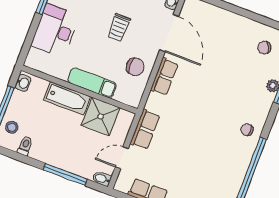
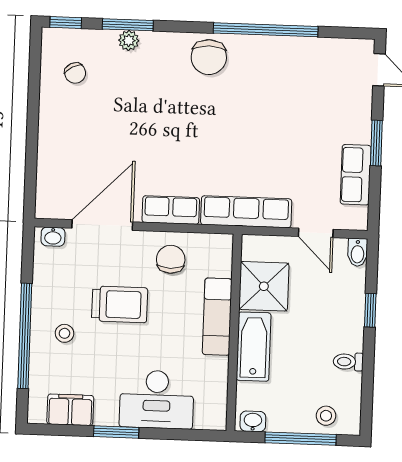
trolley: (119, 28) -> (120, 304), width x1.36, depth x1.39
row of seats: (145, 129) -> (246, 212), width x1.48
chair: (247, 130) -> (209, 57), width x1.87, depth x1.87
toilet: (25, 146) -> (348, 362), moved
window: (65, 174) -> (370, 310), width x0.46

